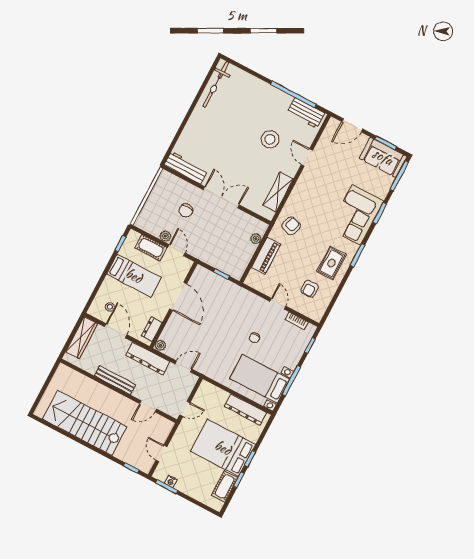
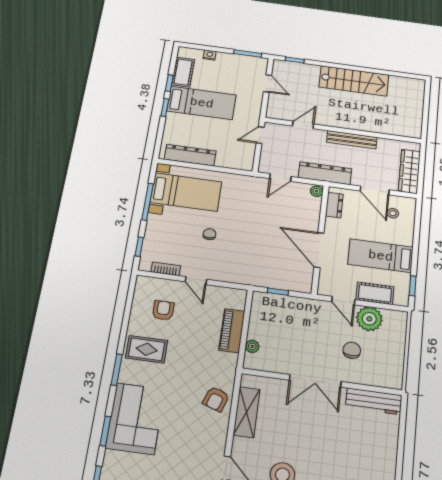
armchair: (291, 226) -> (216, 399), moved
plant: (165, 236) -> (369, 319), width x1.88, depth x1.88
rug: (332, 263) -> (147, 349), turned 90
stairs: (85, 423) -> (354, 81), width x0.73, depth x0.66
bed: (223, 448) -> (202, 103), width x0.67
nightstand: (171, 481) -> (210, 55), moved

